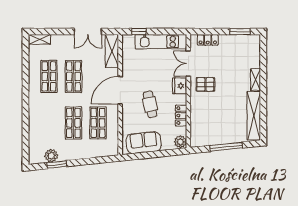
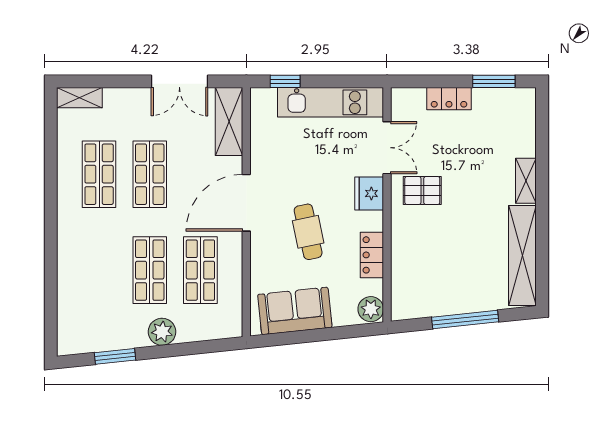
locker: (208, 40) -> (449, 99), moved
double door: (188, 64) -> (387, 148), swing flipped
plant: (51, 156) -> (162, 332), moved

